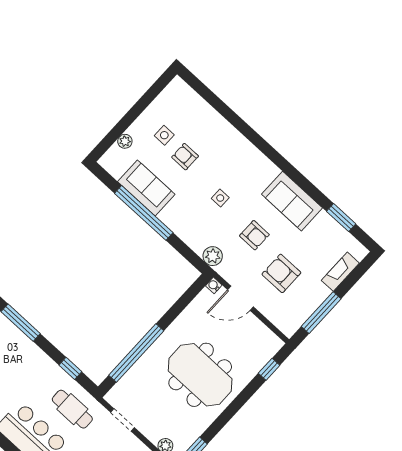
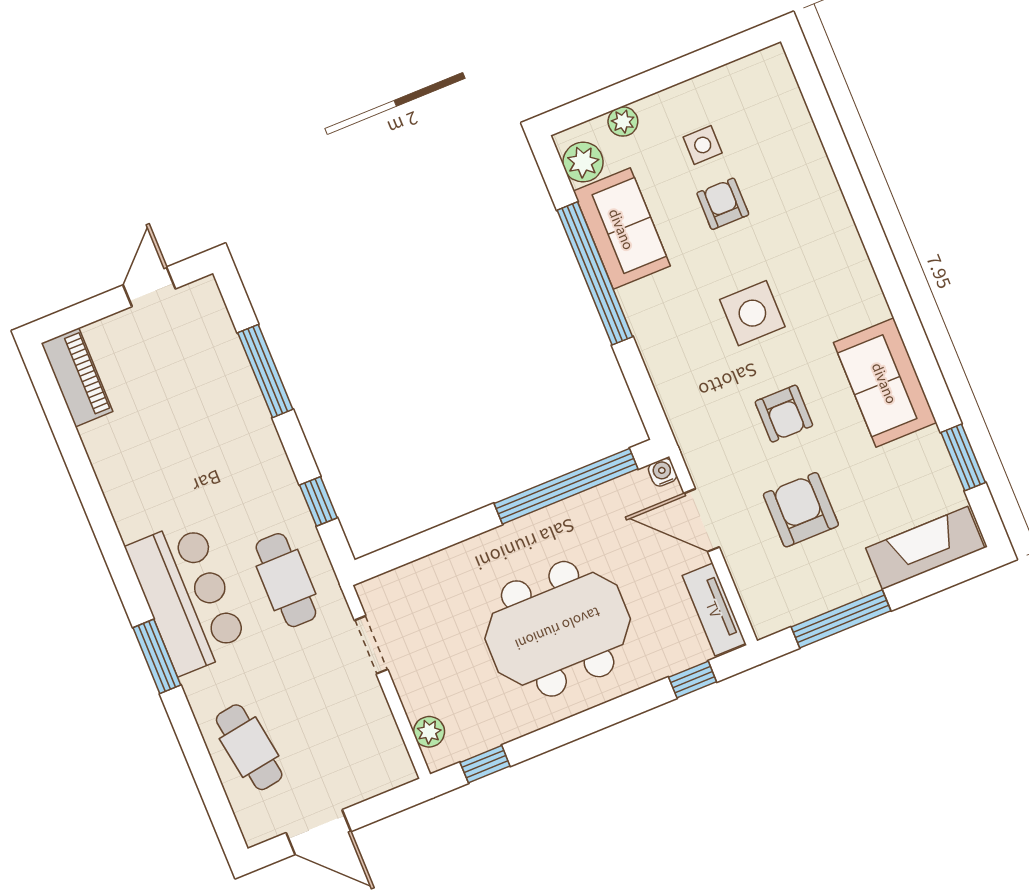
side table: (220, 198) -> (752, 313), width x1.87, depth x1.87
plant: (213, 256) -> (583, 162), moved
fireplace: (340, 272) -> (925, 548), width x1.37, depth x1.32
tv unit: (264, 334) -> (714, 609), added
window: (136, 353) -> (566, 486), moved
meeting table: (200, 375) -> (558, 629), turned 90

